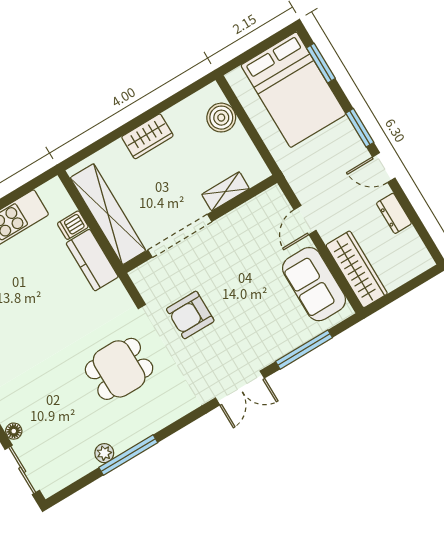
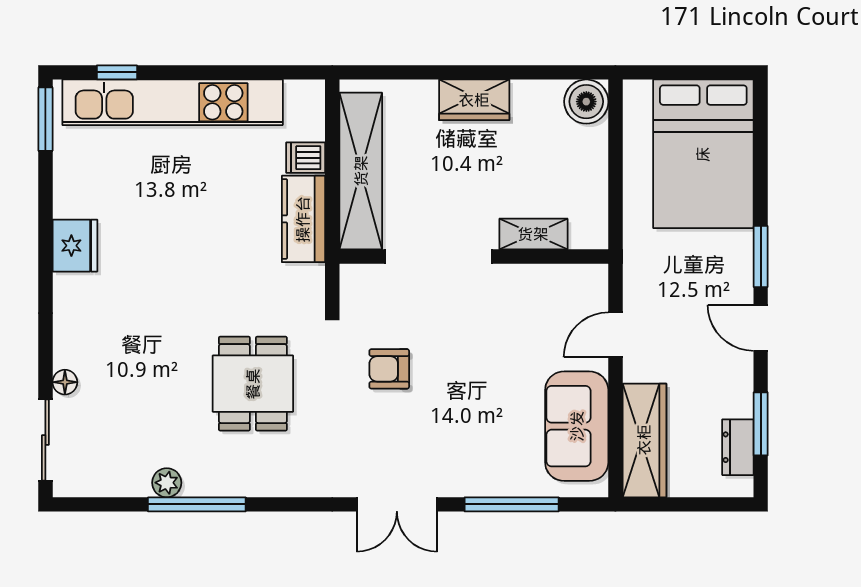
window: (321, 63) -> (761, 424), moved
boiler: (221, 118) -> (586, 102), moved
dresser: (394, 213) -> (738, 447), moved
armchair: (190, 315) -> (389, 369), width x0.72, depth x0.72
dining table: (119, 369) -> (253, 384), turned 90

